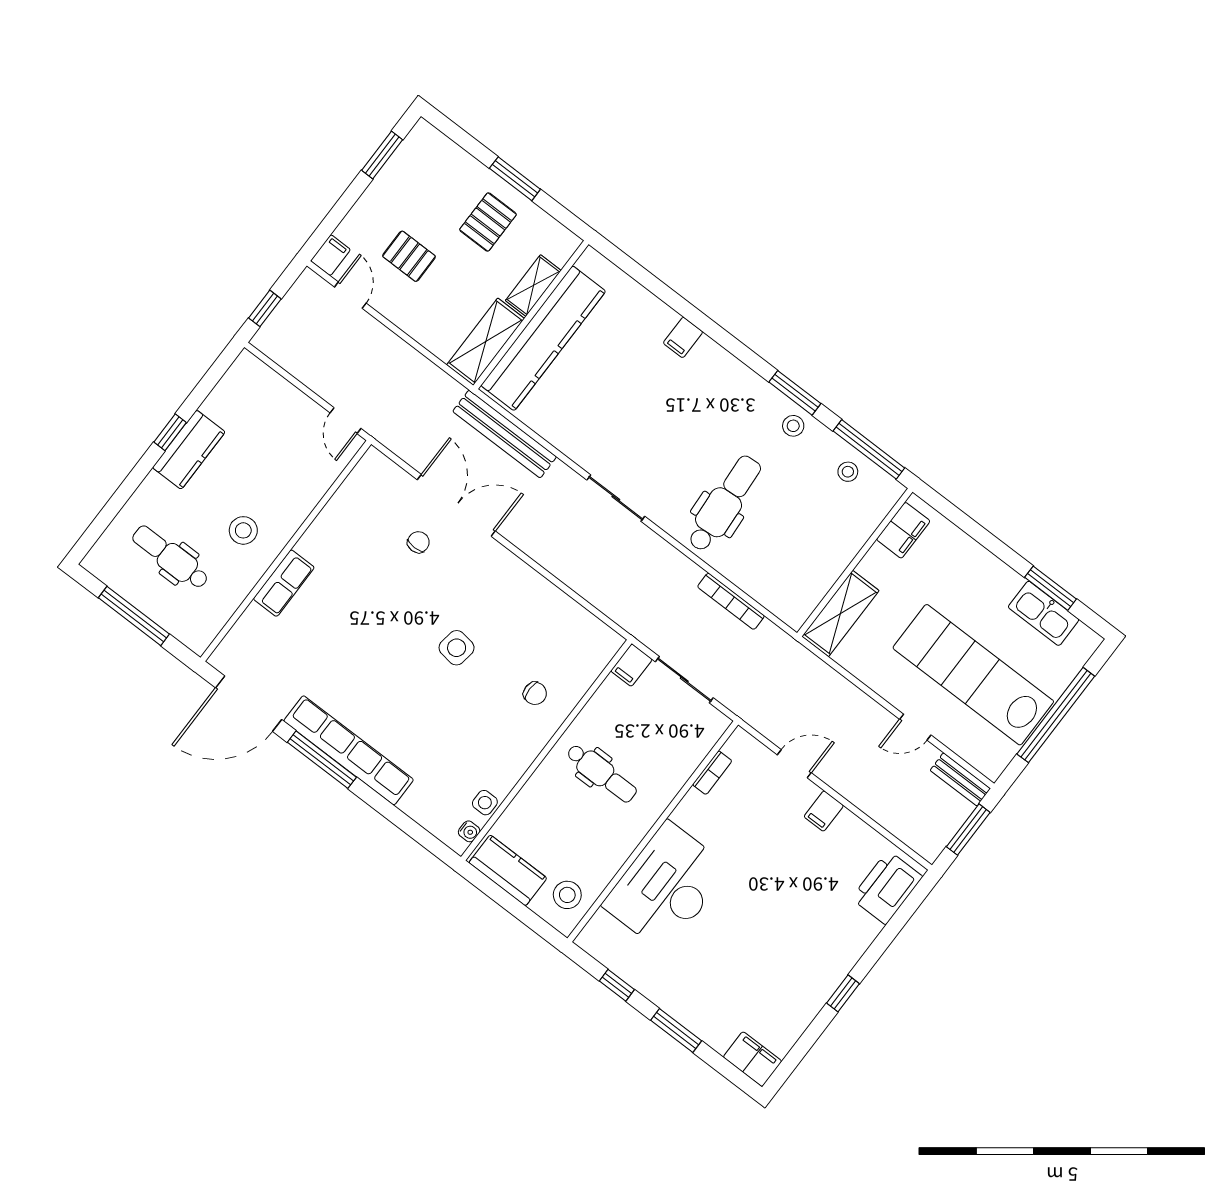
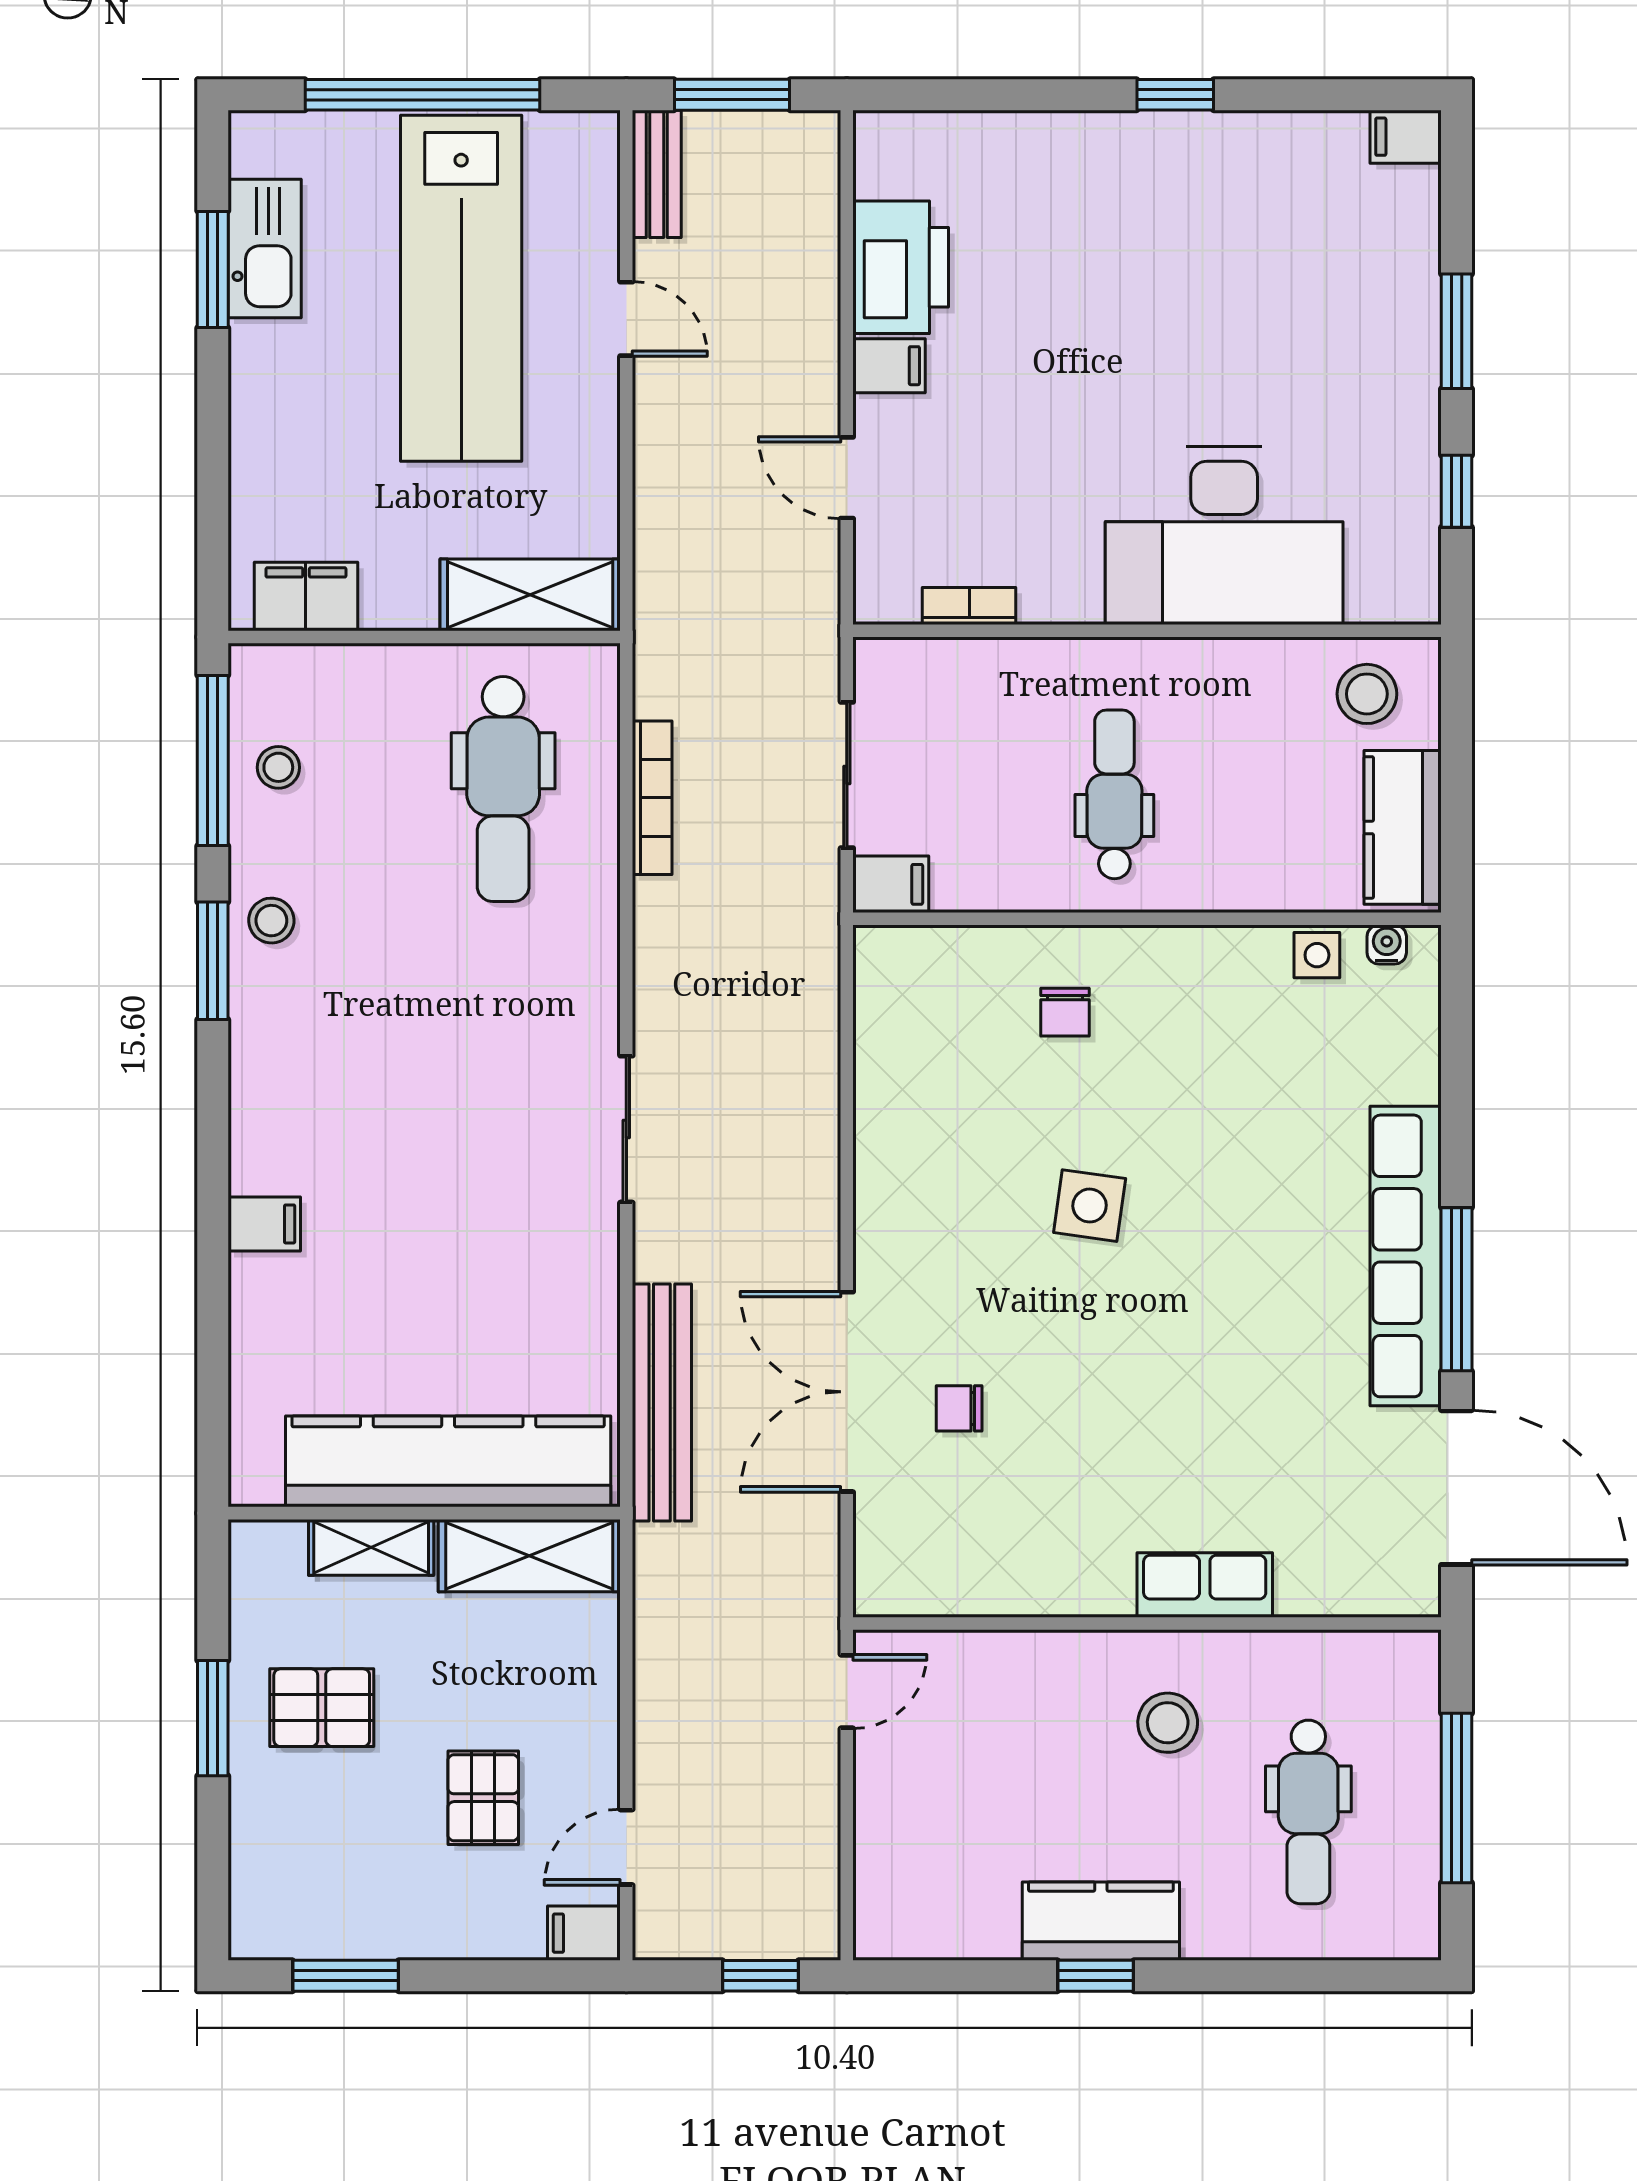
dental chair: (724, 504) -> (503, 789), moved, turned -86
chair: (535, 693) -> (1065, 1012), turned 180
printer: (887, 888) -> (901, 267), moved, turned -90
filing cabinet: (753, 1059) -> (1406, 137), width x0.50

